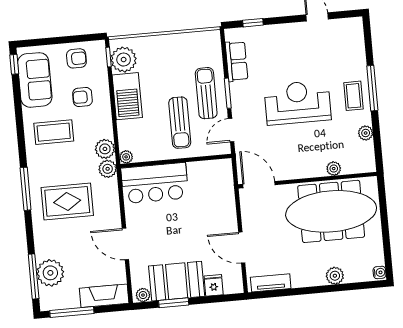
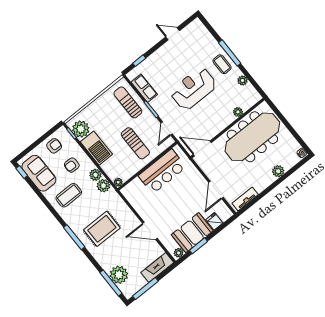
sun lounger: (206, 93) -> (128, 102), moved
plant: (108, 169) -> (95, 175), moved
bar counter: (155, 183) -> (162, 171), moved
door: (242, 248) -> (216, 190), hinge flipped

